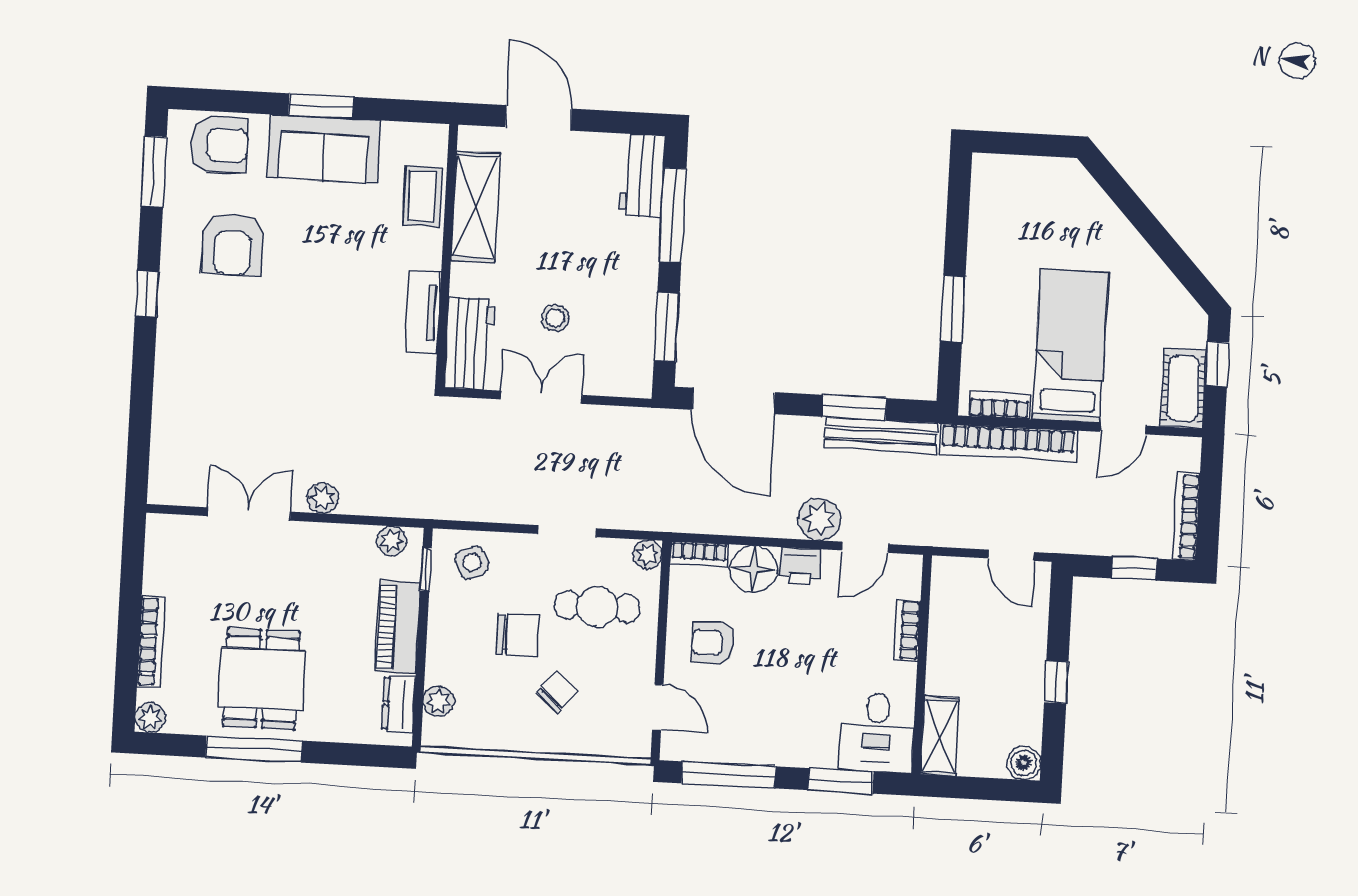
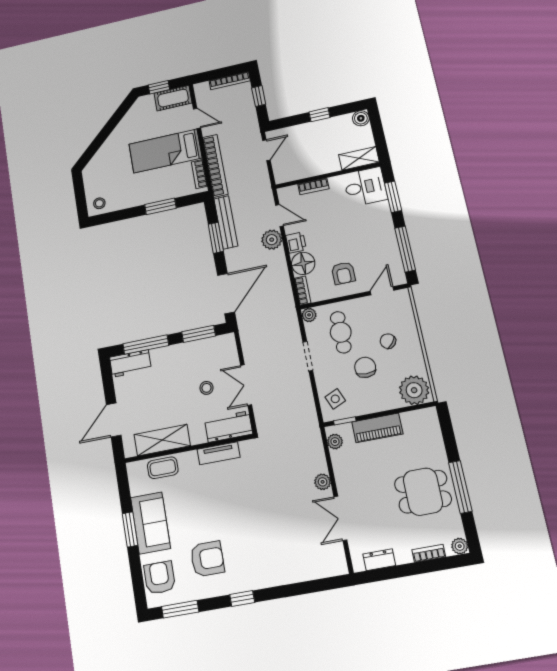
stool: (995, 182) -> (99, 203), added
bookcase: (151, 642) -> (429, 553), width x0.64
plant: (439, 701) -> (414, 390), width x1.88, depth x1.88
dresser: (399, 704) -> (379, 560), moved, turned 180

